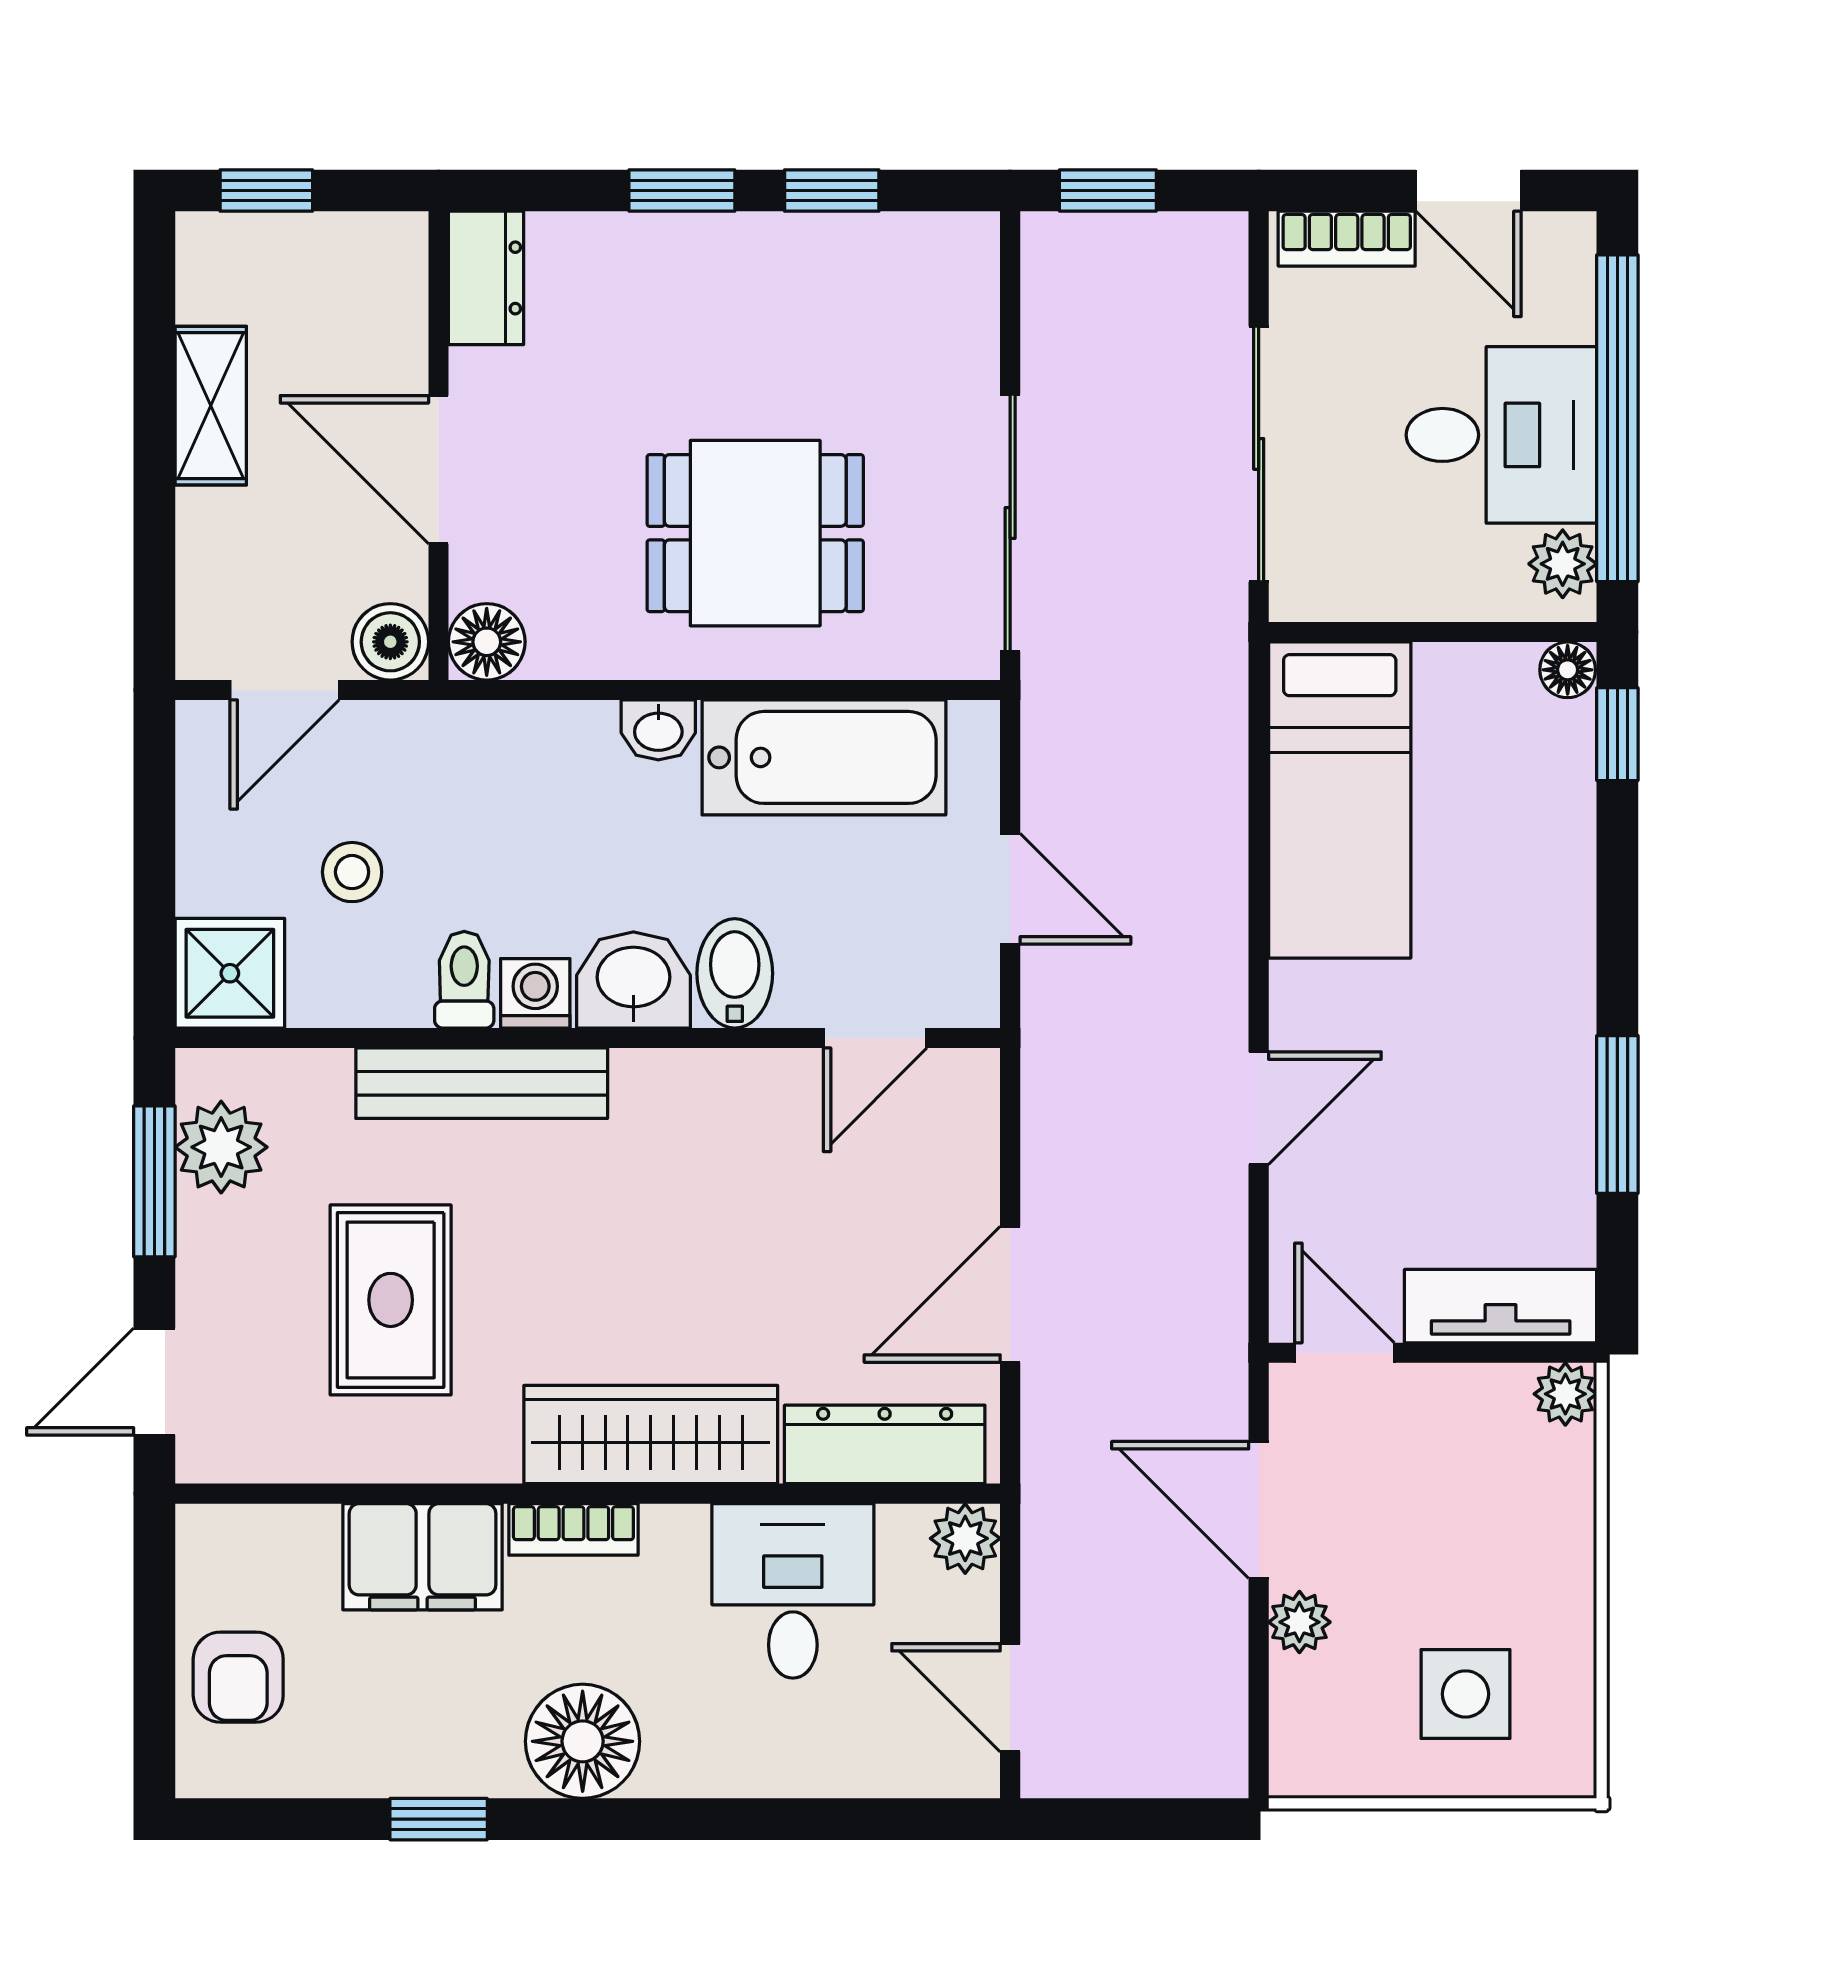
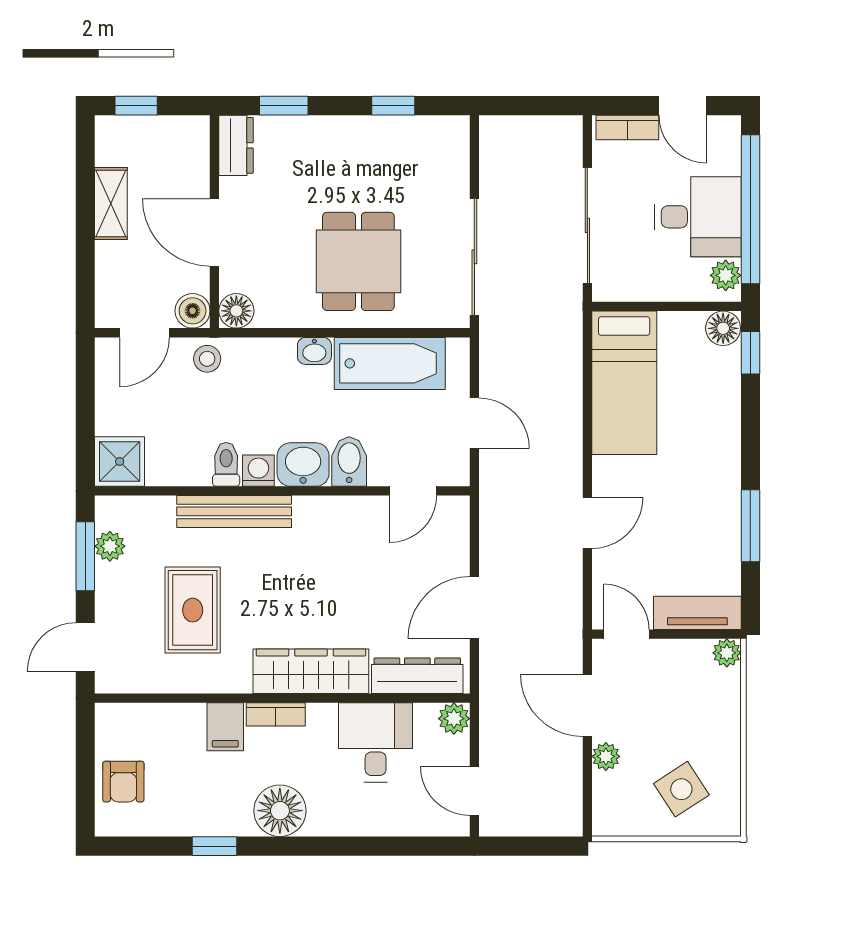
window: (682, 190) -> (284, 106), moved
window: (1108, 190) -> (519, 106), removed
dining table: (755, 533) -> (358, 261), turned 90
floor lamp: (1568, 670) -> (723, 328), width x1.37, depth x1.37
stool: (352, 872) -> (207, 359), moved
plant: (221, 1147) -> (110, 546), width x0.73, depth x0.73
filing cabinet: (423, 1557) -> (225, 727), width x0.50
side table: (1466, 1694) -> (681, 789), turned -33

